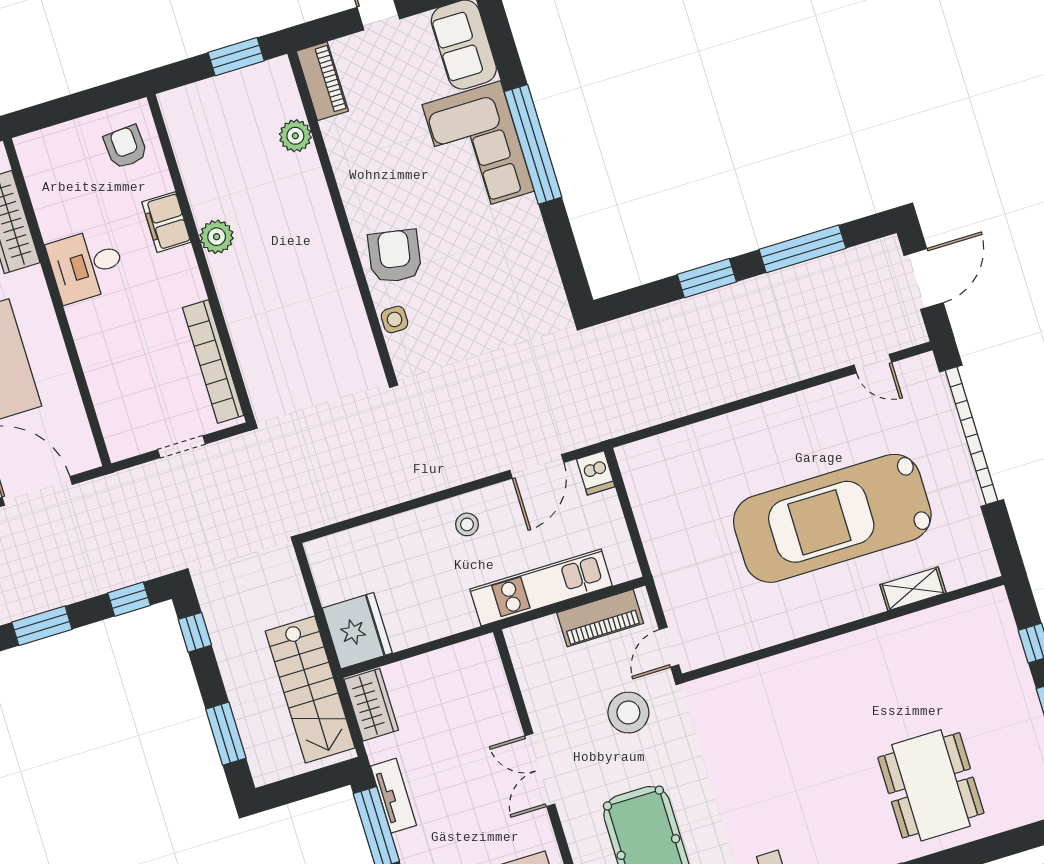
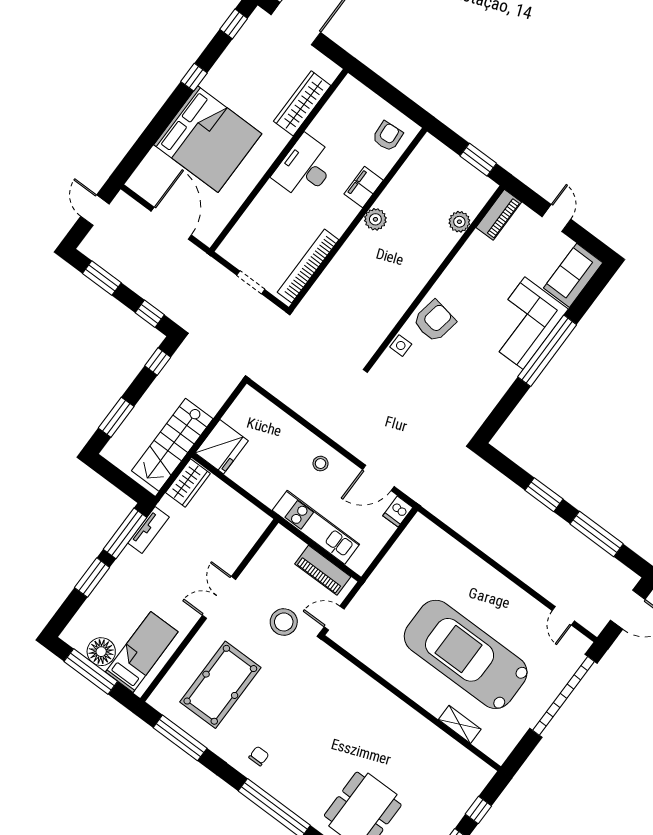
desk: (86, 265) -> (305, 168), width x1.37

